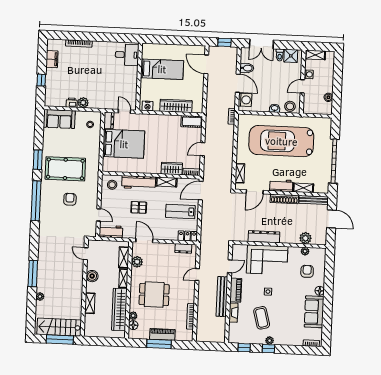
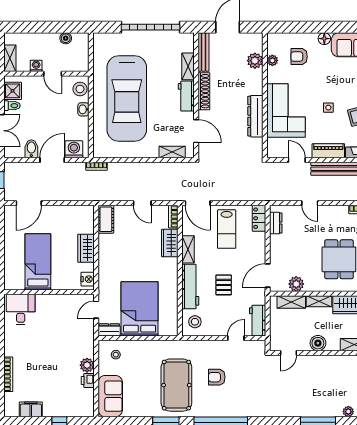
wardrobe: (176, 106) -> (86, 248), width x0.67

